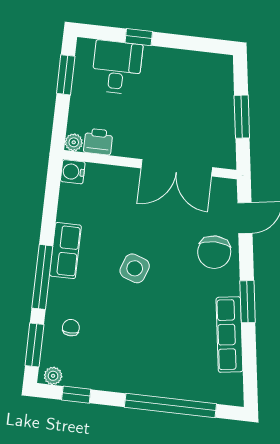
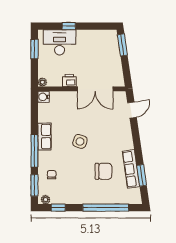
desk: (117, 67) -> (60, 42), width x1.37
window: (242, 117) -> (122, 45), moved
printer: (98, 142) -> (69, 80), moved
chair: (214, 252) -> (104, 171), moved, turned -90
window: (248, 302) -> (142, 175), moved

